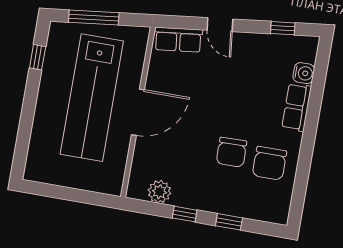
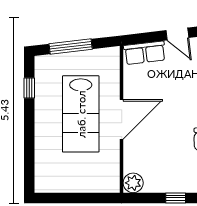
lab bench: (92, 98) -> (81, 114), width x0.73
plant: (159, 192) -> (133, 183), moved

